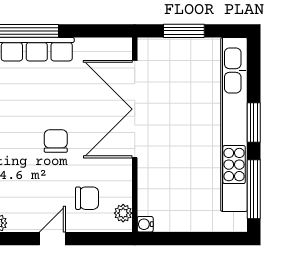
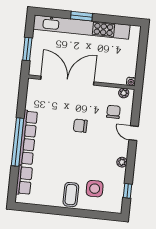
double door: (135, 109) -> (67, 81), swing flipped
window: (254, 189) -> (118, 20), removed

